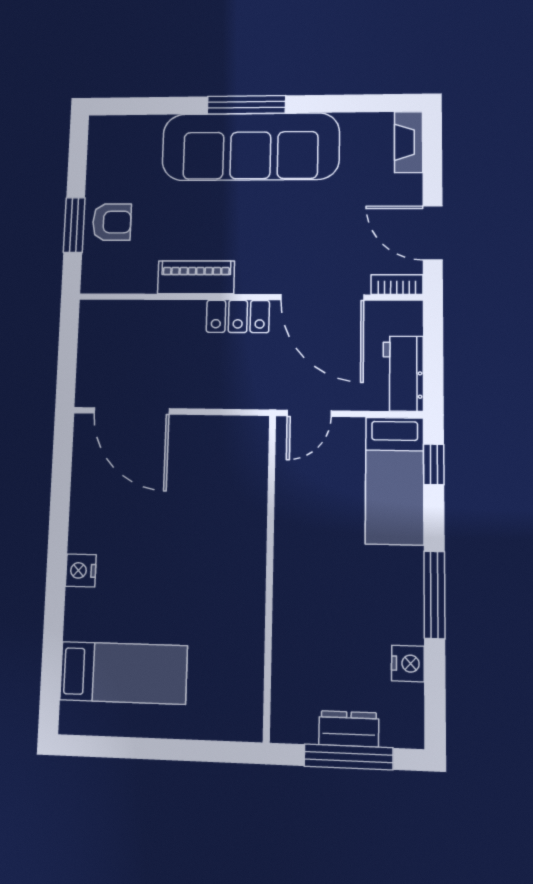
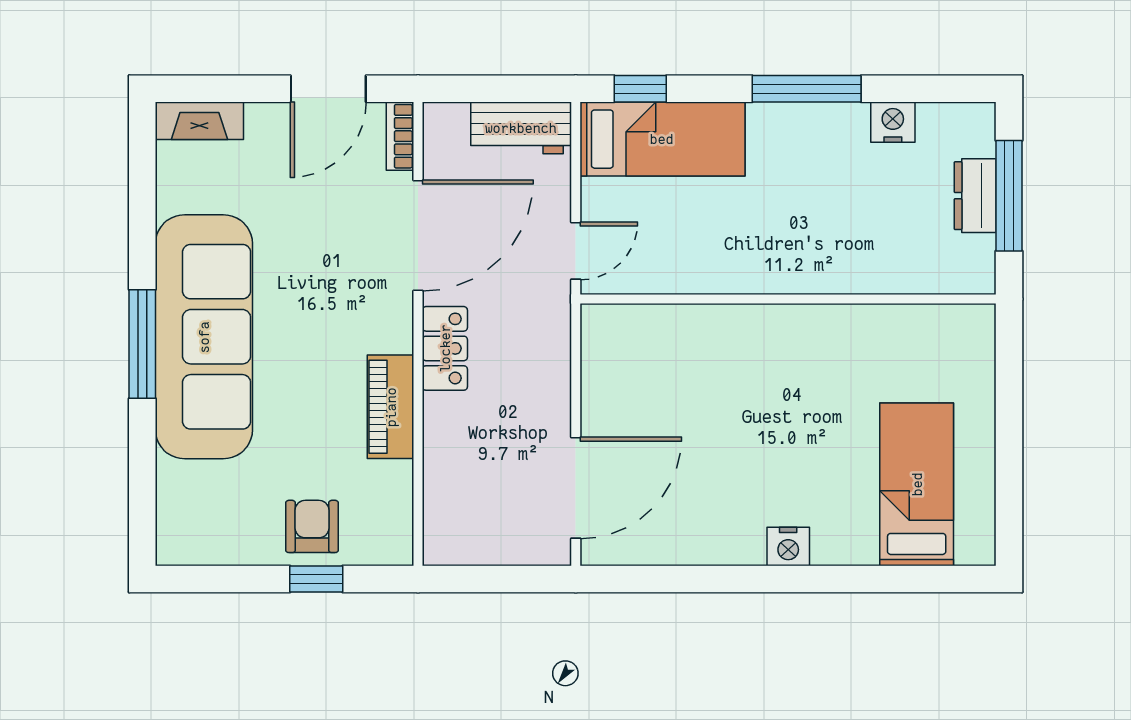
window: (74, 225) -> (316, 579), width x0.67
door: (309, 413) -> (576, 251), hinge flipped

